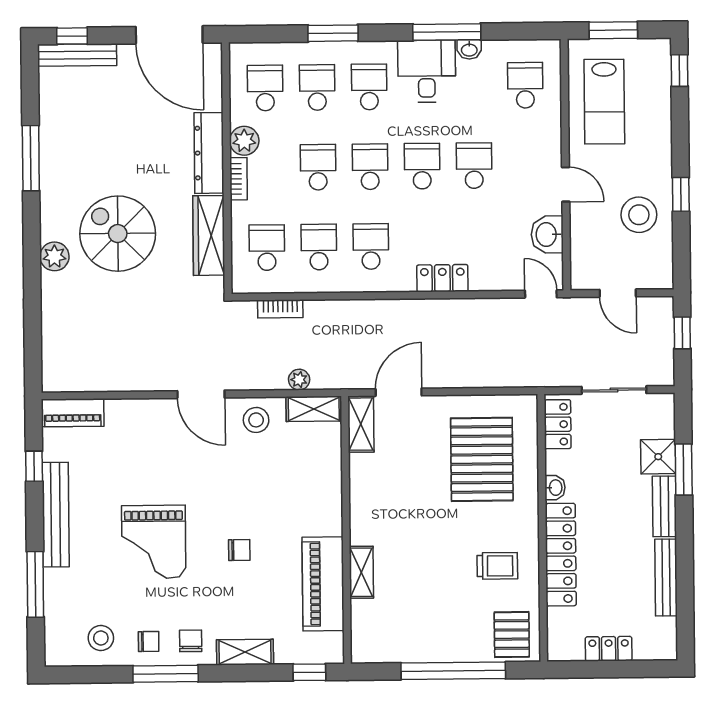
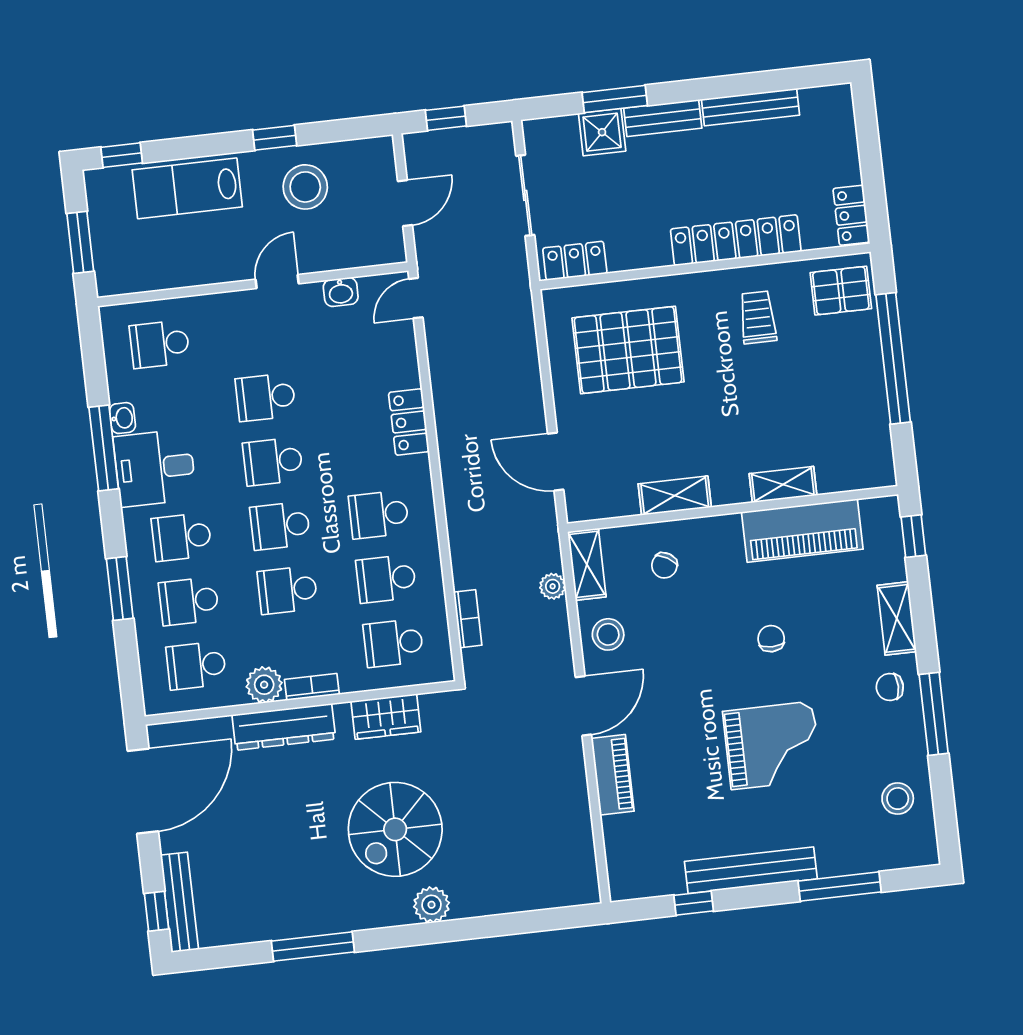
lab bench: (604, 102) -> (187, 188), moved, turned 180
washbasin: (547, 234) -> (341, 292), width x0.72, depth x0.69
wardrobe: (209, 235) -> (386, 717), width x0.67
piano: (73, 413) -> (613, 775), moved
shelving: (361, 424) -> (675, 496), moved
washbasin: (555, 488) -> (654, 256), removed
chair: (149, 642) -> (664, 565), moved, turned -149
locker: (609, 649) -> (851, 215), moved

